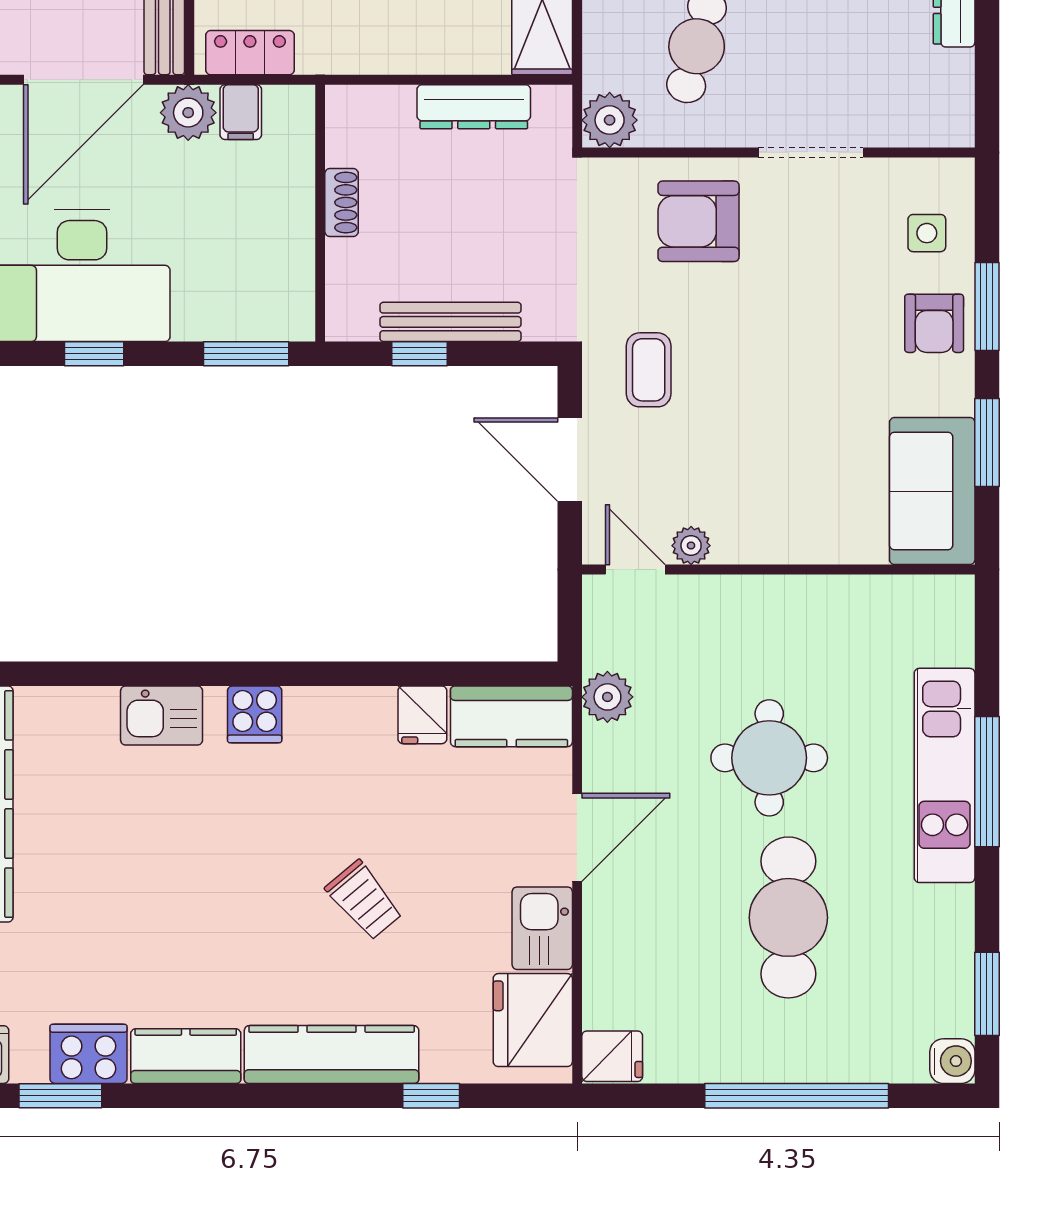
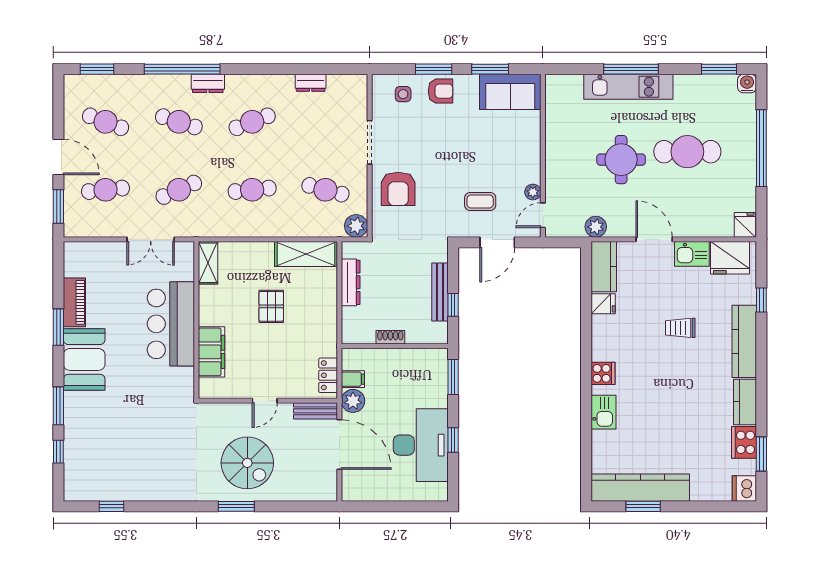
coffee table: (649, 370) -> (480, 201), moved
trolley: (364, 900) -> (680, 328), turned -140

